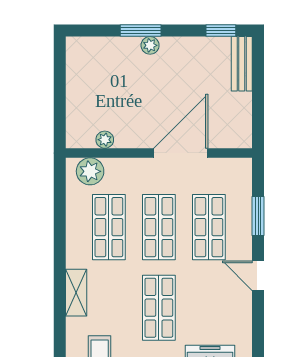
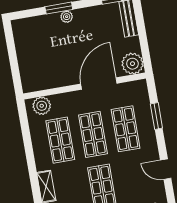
plant: (105, 140) -> (133, 64), moved, width x1.87, depth x1.87
door: (258, 276) -> (166, 169), moved

